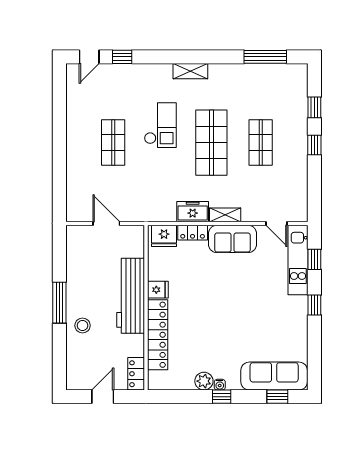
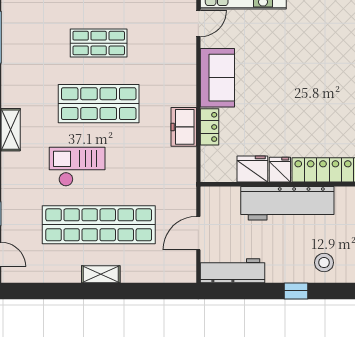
shop shelf: (113, 143) -> (99, 225), width x2.00, depth x1.36
shelving: (225, 215) -> (101, 274), moved, turned 90
fridge: (164, 236) -> (252, 169), moved, turned -90
workbench: (76, 251) -> (233, 271), added
window: (59, 303) -> (296, 291), width x0.46

